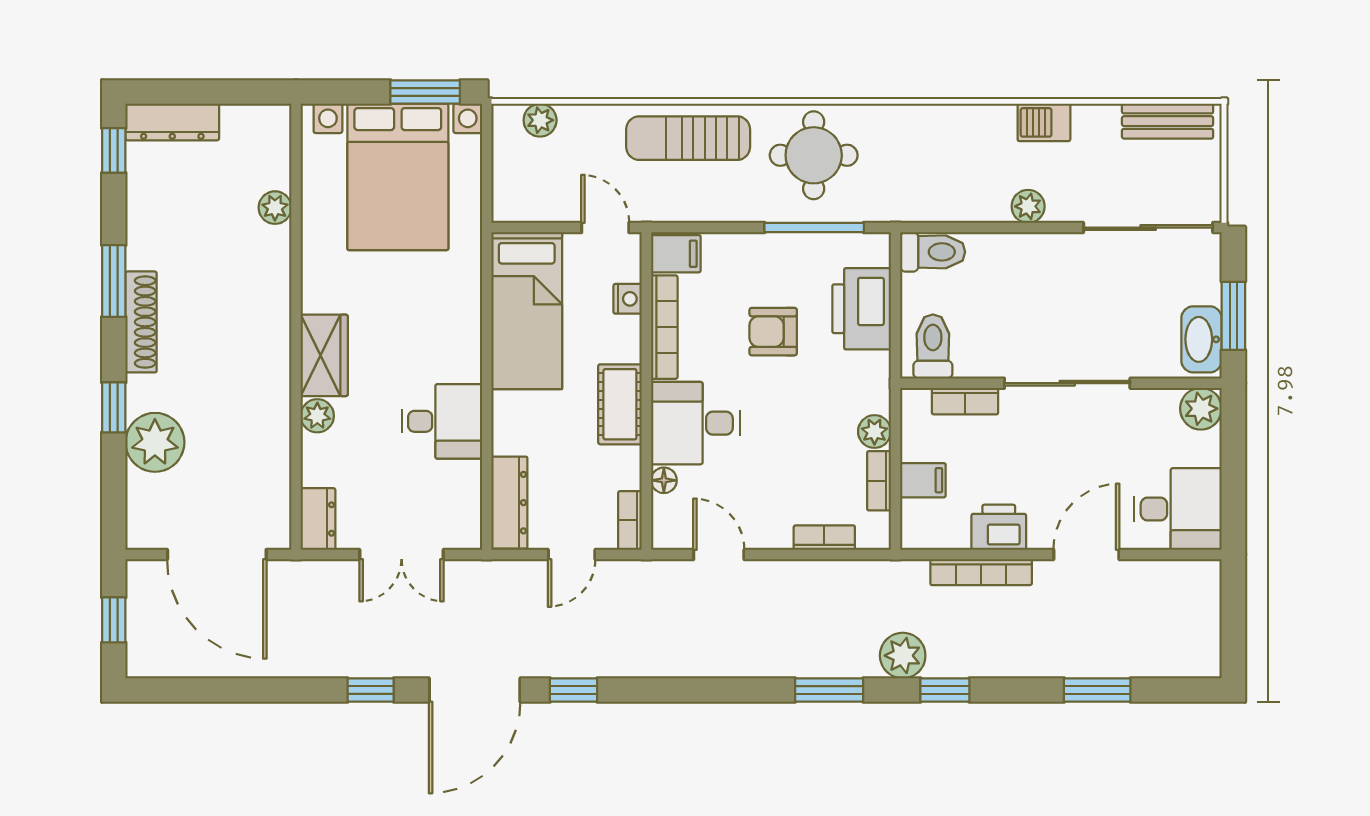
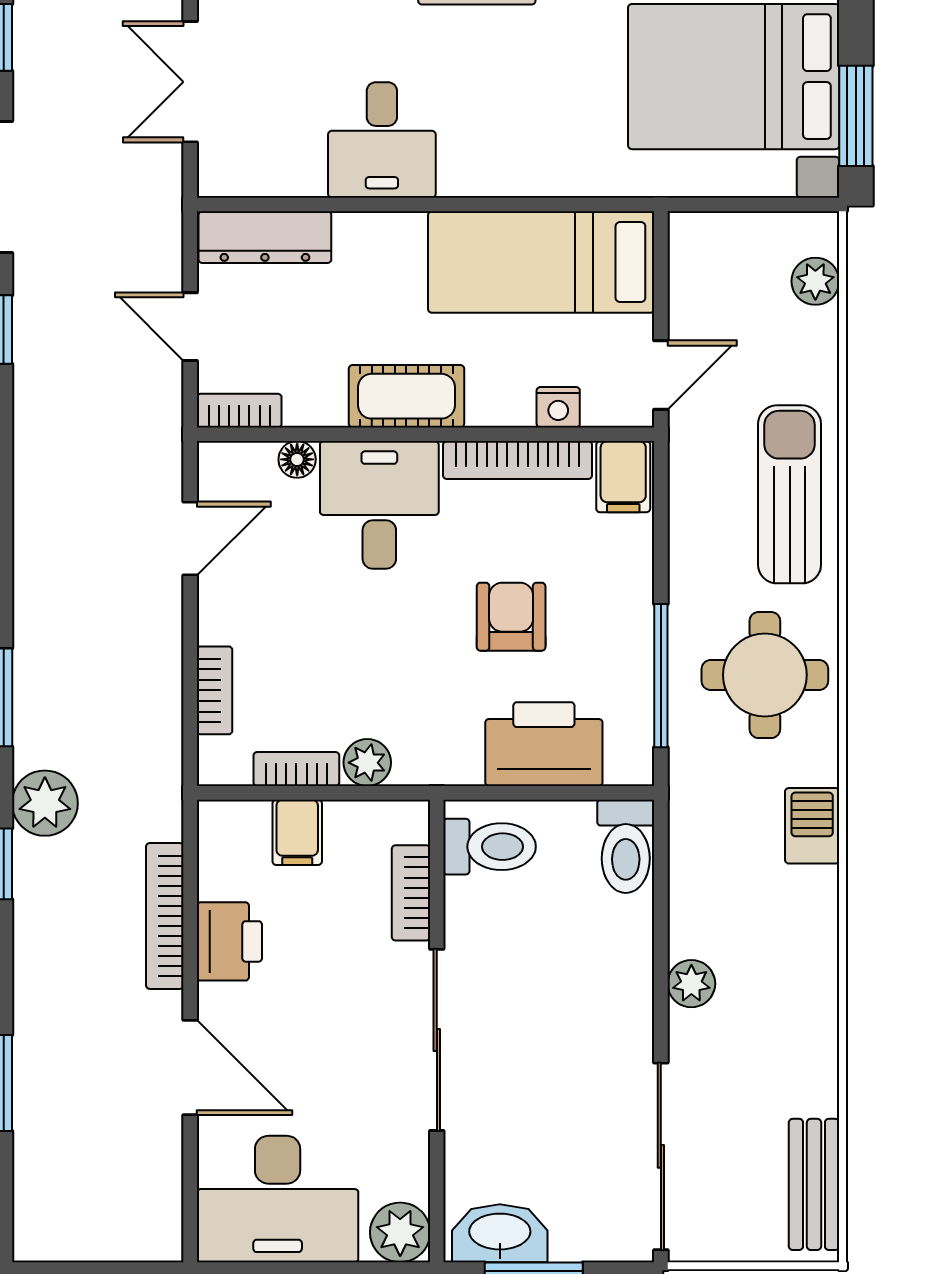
barbecue: (1044, 122) -> (812, 826), moved
desk: (1178, 509) -> (278, 1199), width x1.37

